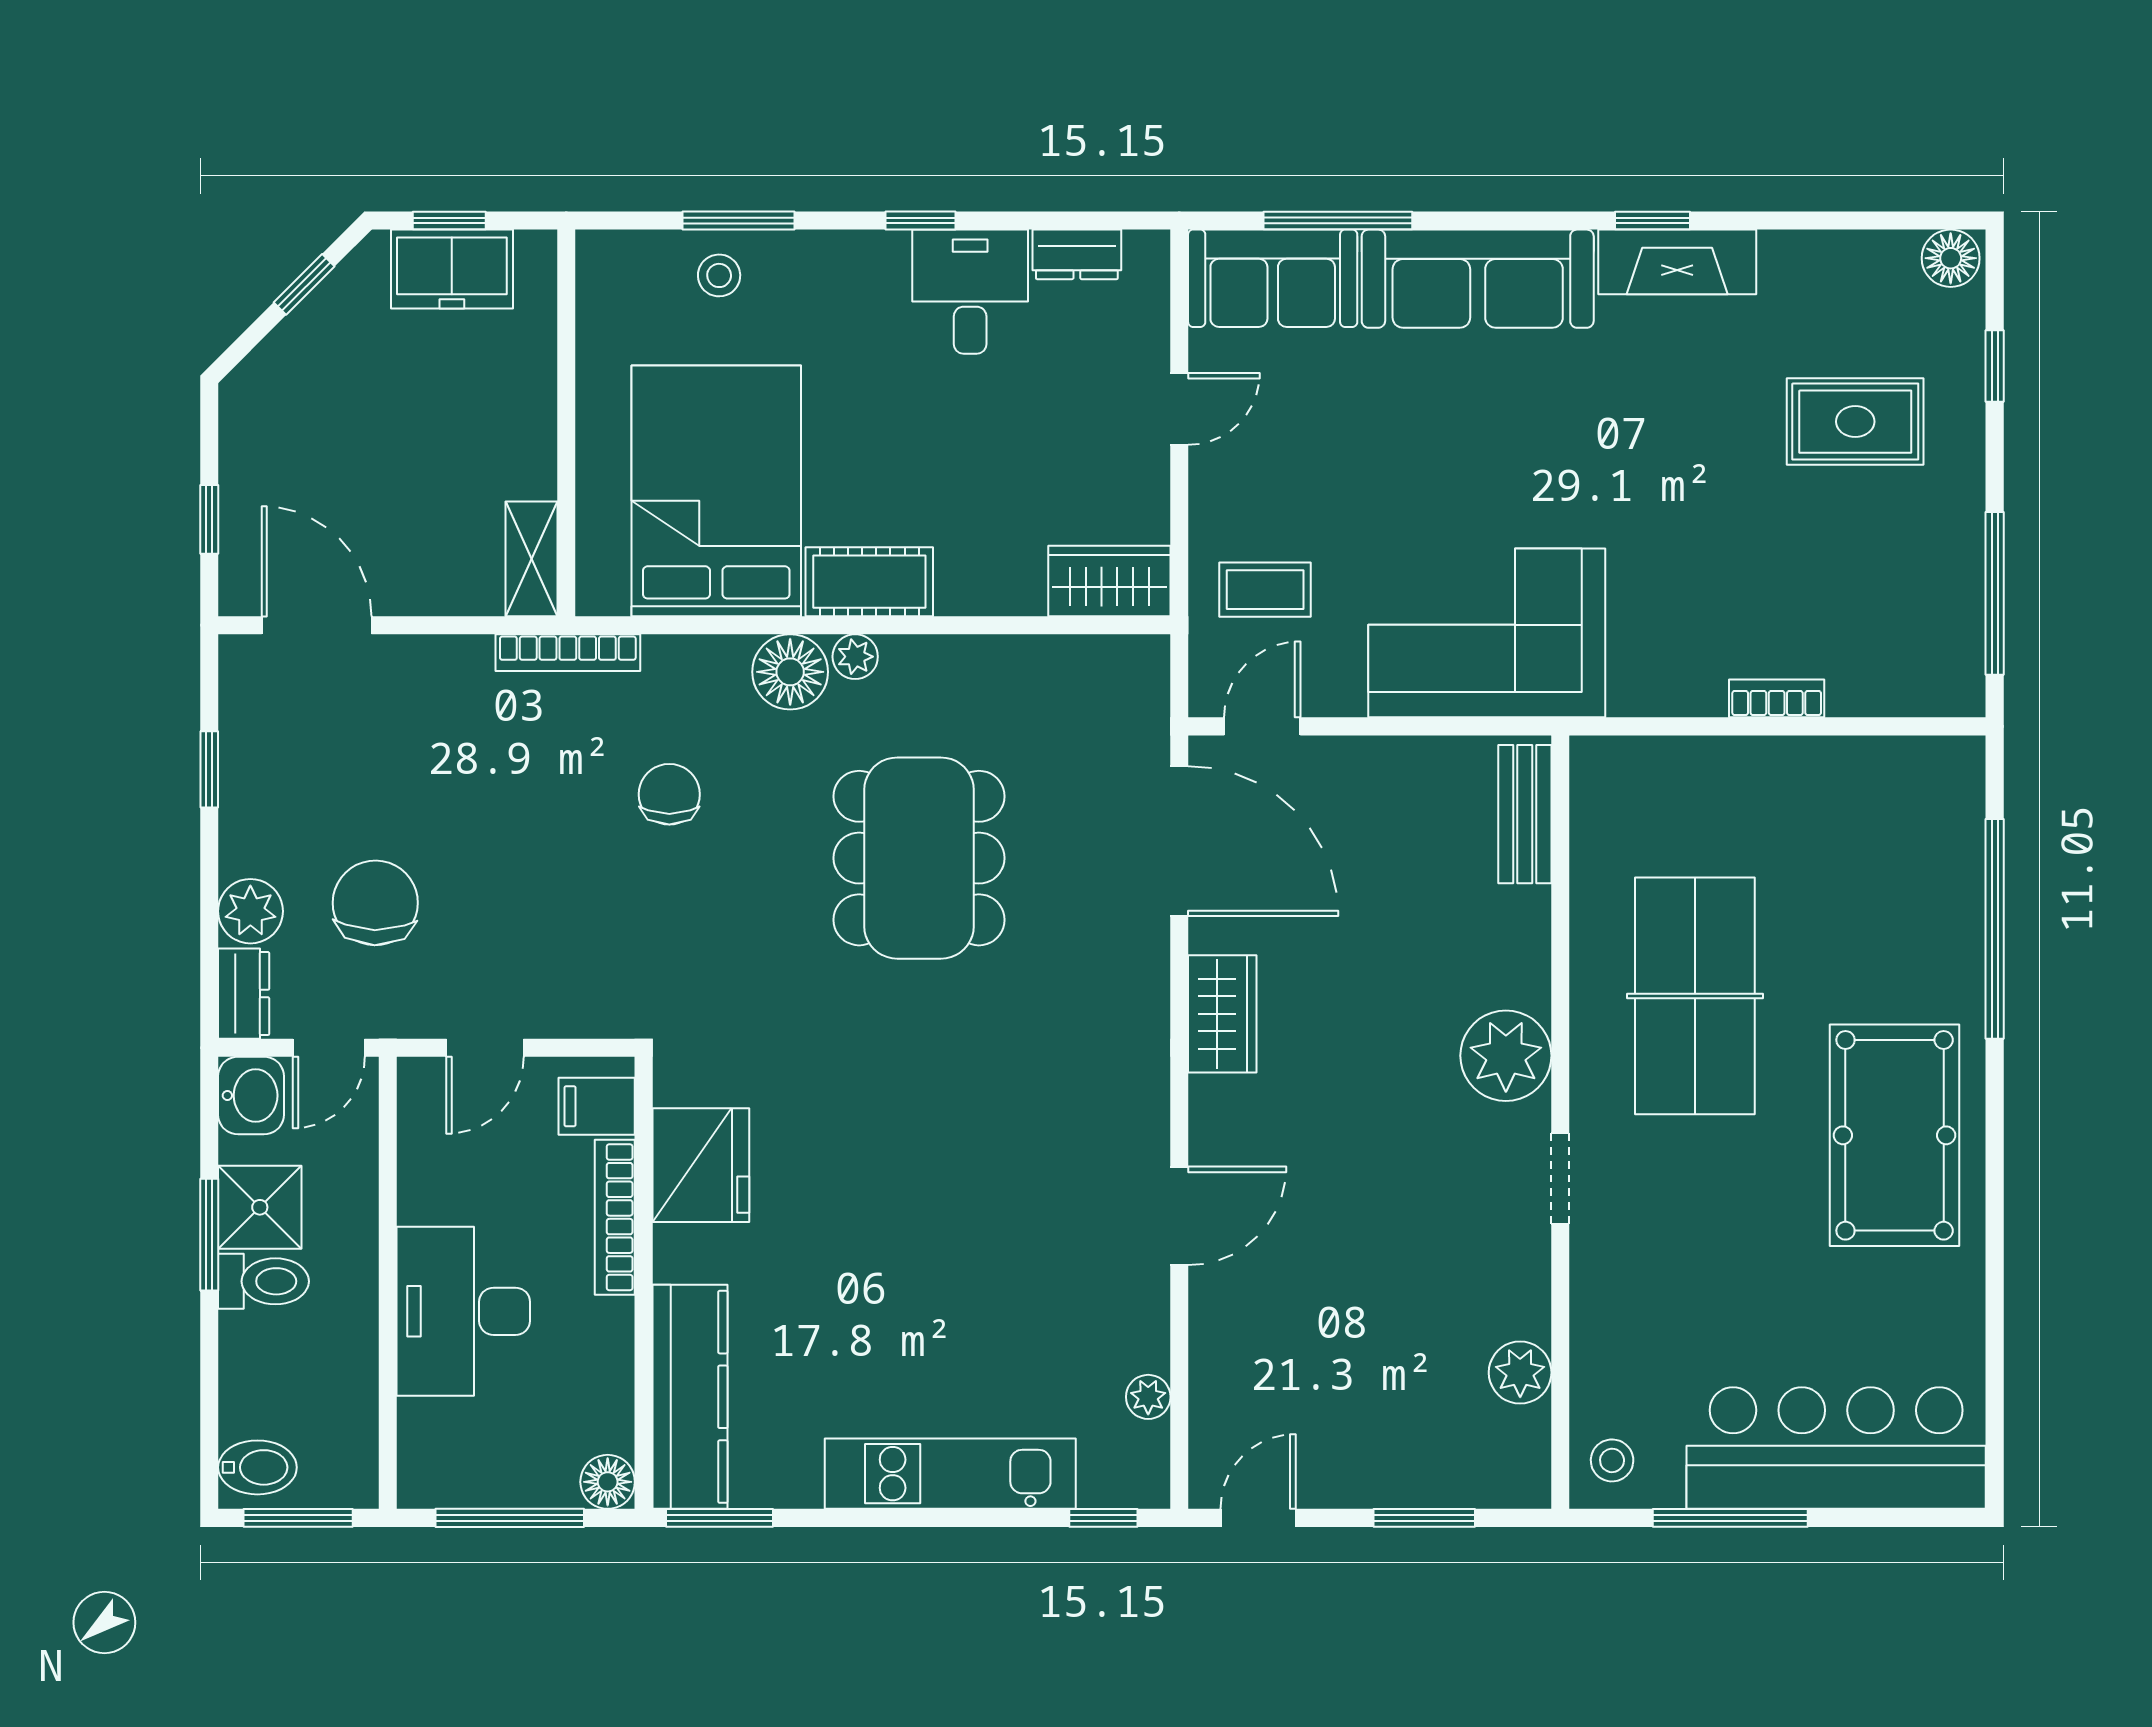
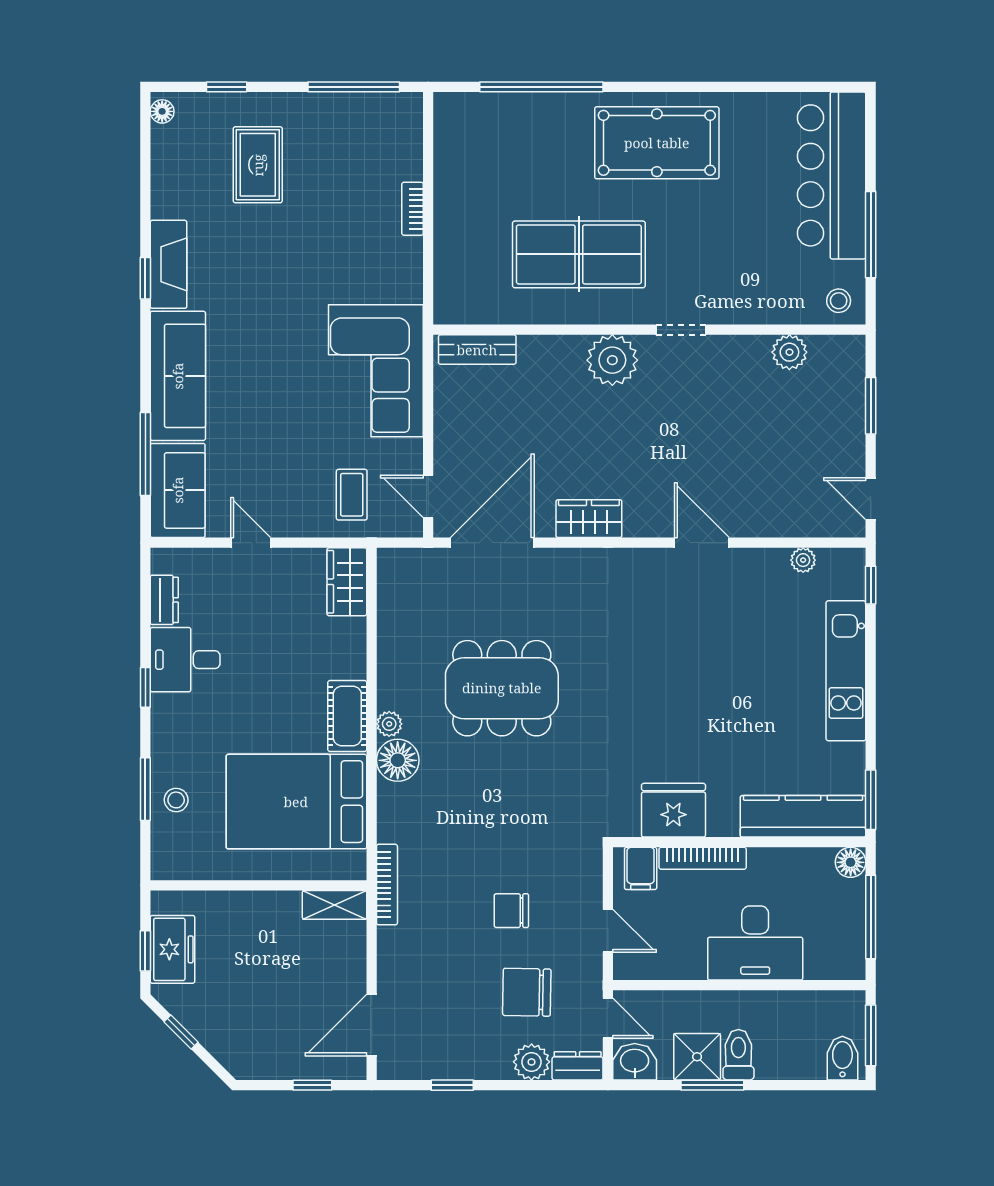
floor lamp: (1951, 258) -> (162, 111), width x0.73, depth x0.73
chair: (669, 794) -> (511, 911), moved

